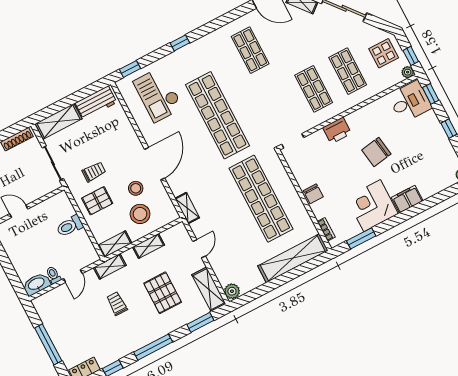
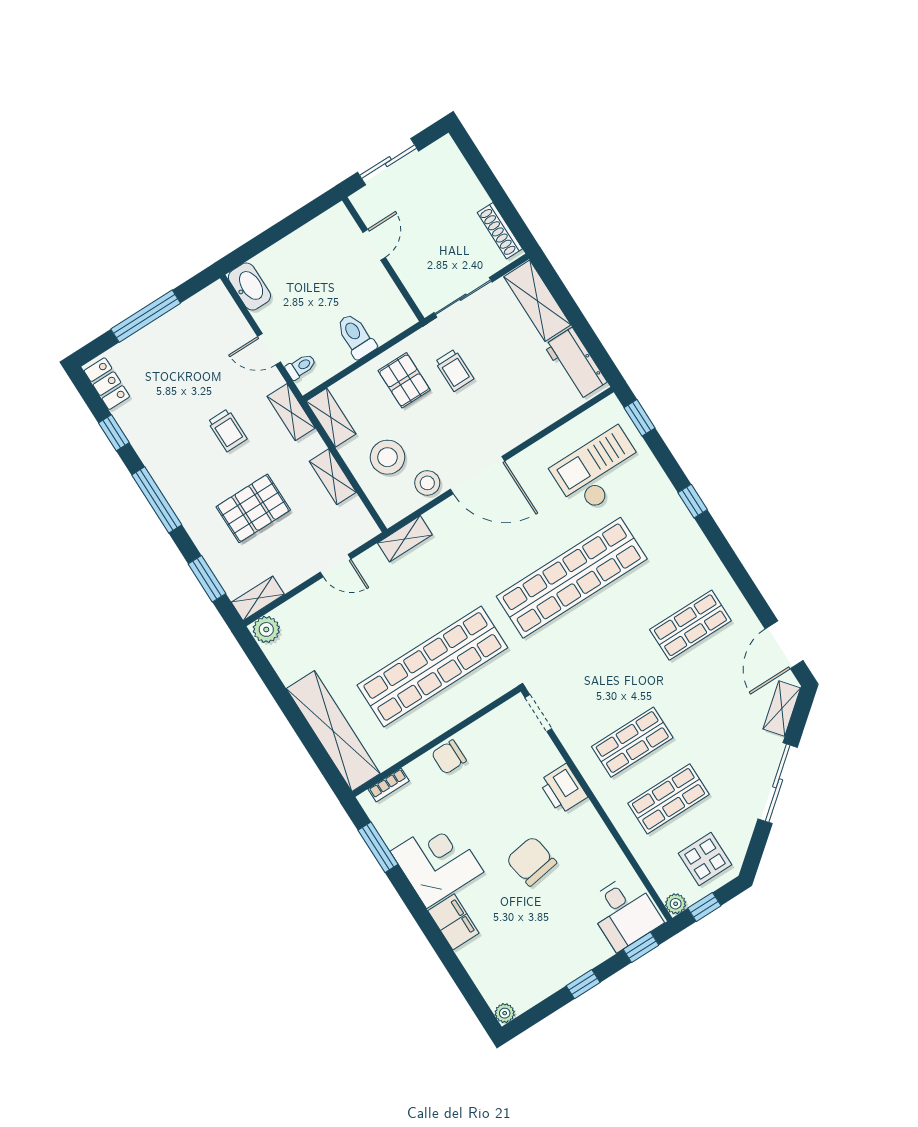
stool: (136, 188) -> (427, 483), moved
toilet: (53, 275) -> (301, 366), moved
shelving: (209, 289) -> (258, 598), width x0.67, depth x0.75
trolley: (117, 304) -> (227, 430), turned 90

